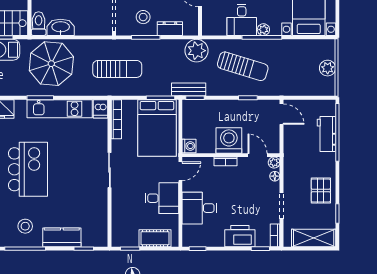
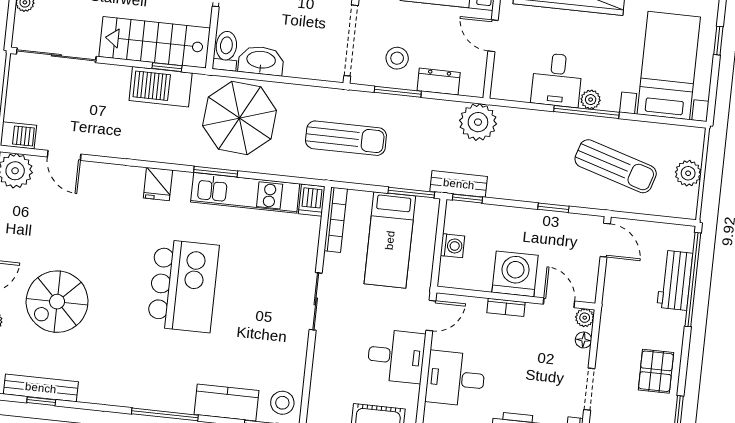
sun lounger: (243, 66) -> (616, 166), moved
bed: (157, 128) -> (390, 240), width x0.67
washing machine: (189, 146) -> (452, 246), moved
stool: (25, 226) -> (282, 403), moved

